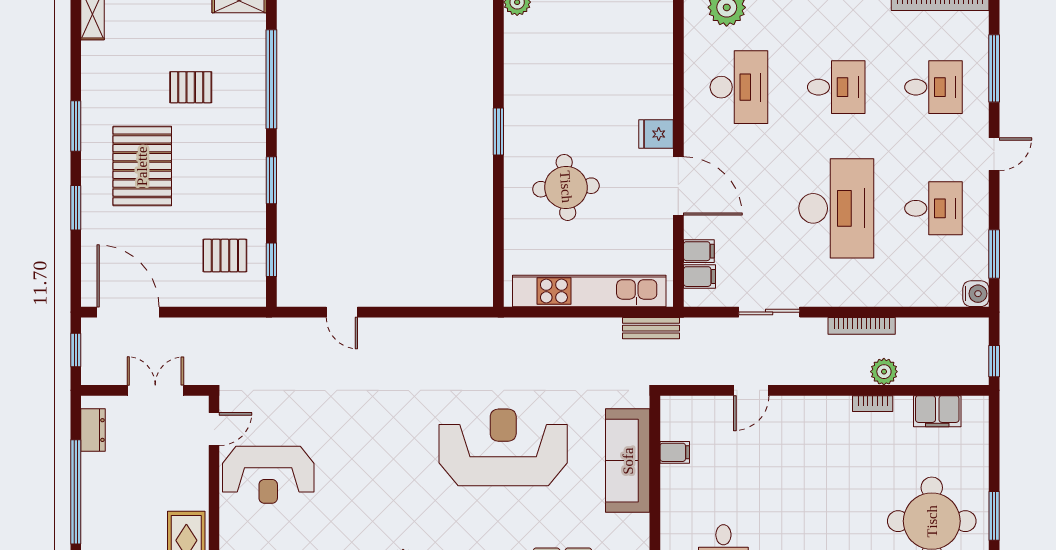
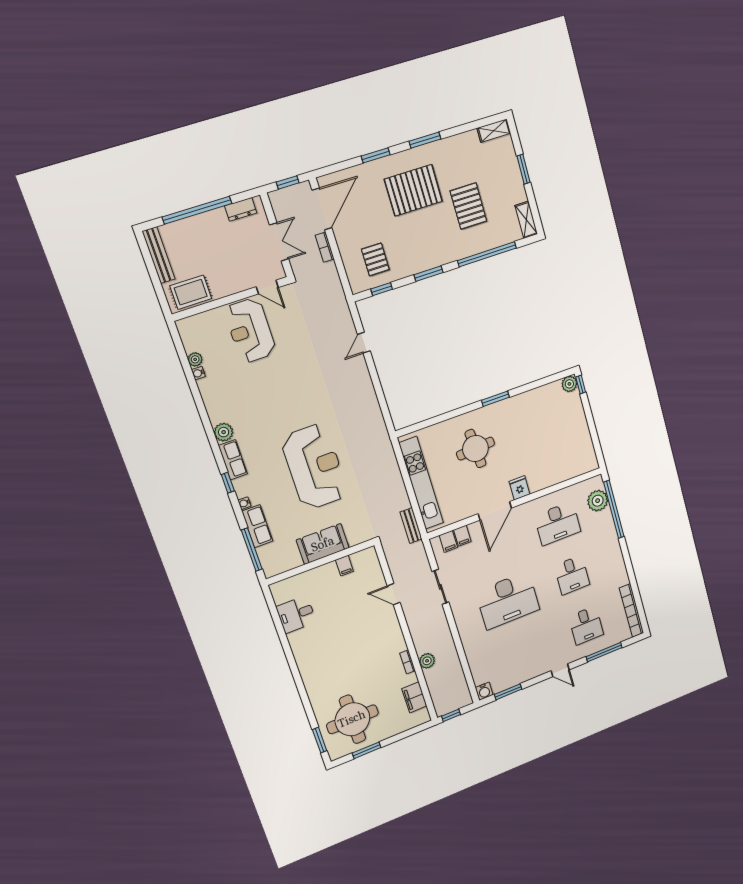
pallet: (191, 87) -> (468, 206), width x1.50, depth x1.42
desk: (934, 208) -> (523, 651), removed
bookcase: (862, 326) -> (325, 247), moved, width x0.64
sofa: (628, 461) -> (323, 544), width x0.73

